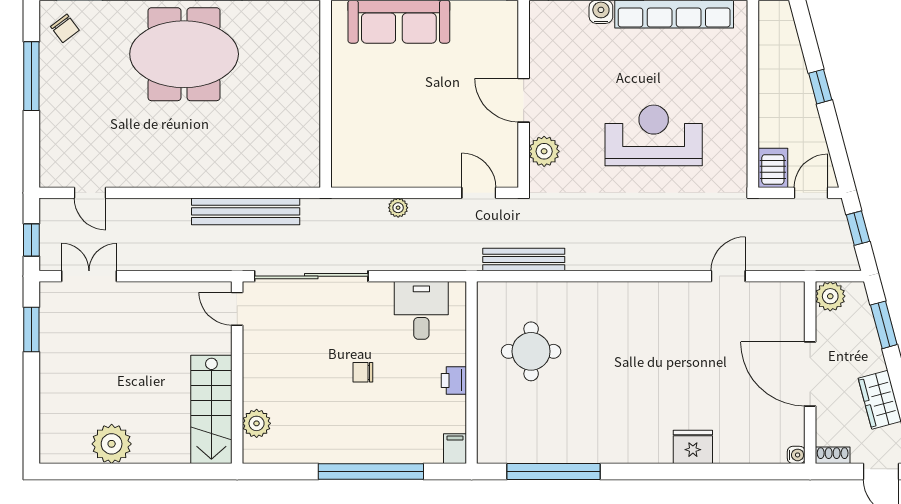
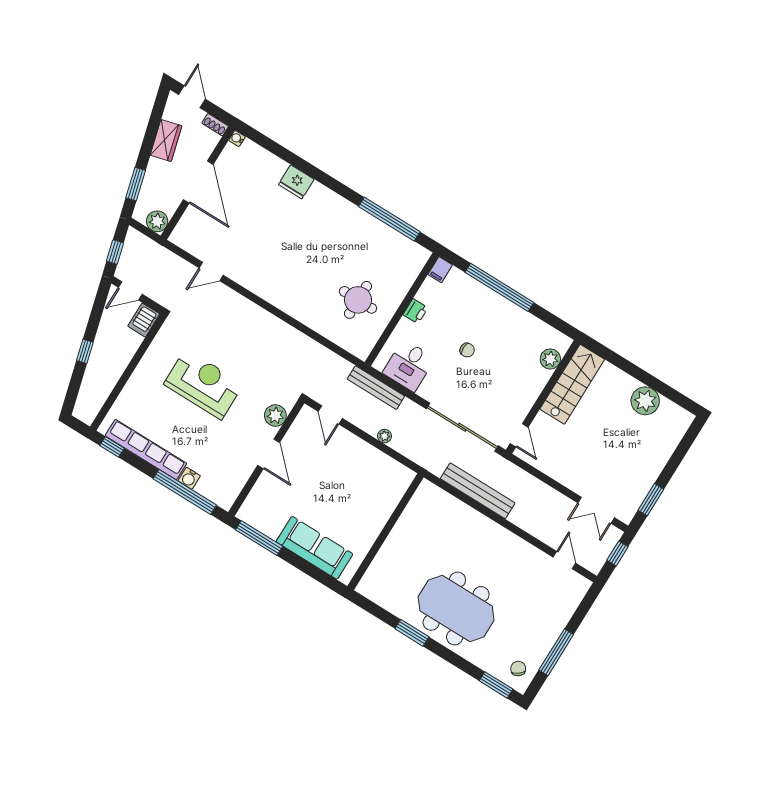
reception desk: (654, 135) -> (204, 384), turned 180
bench: (524, 259) -> (376, 388), moved

